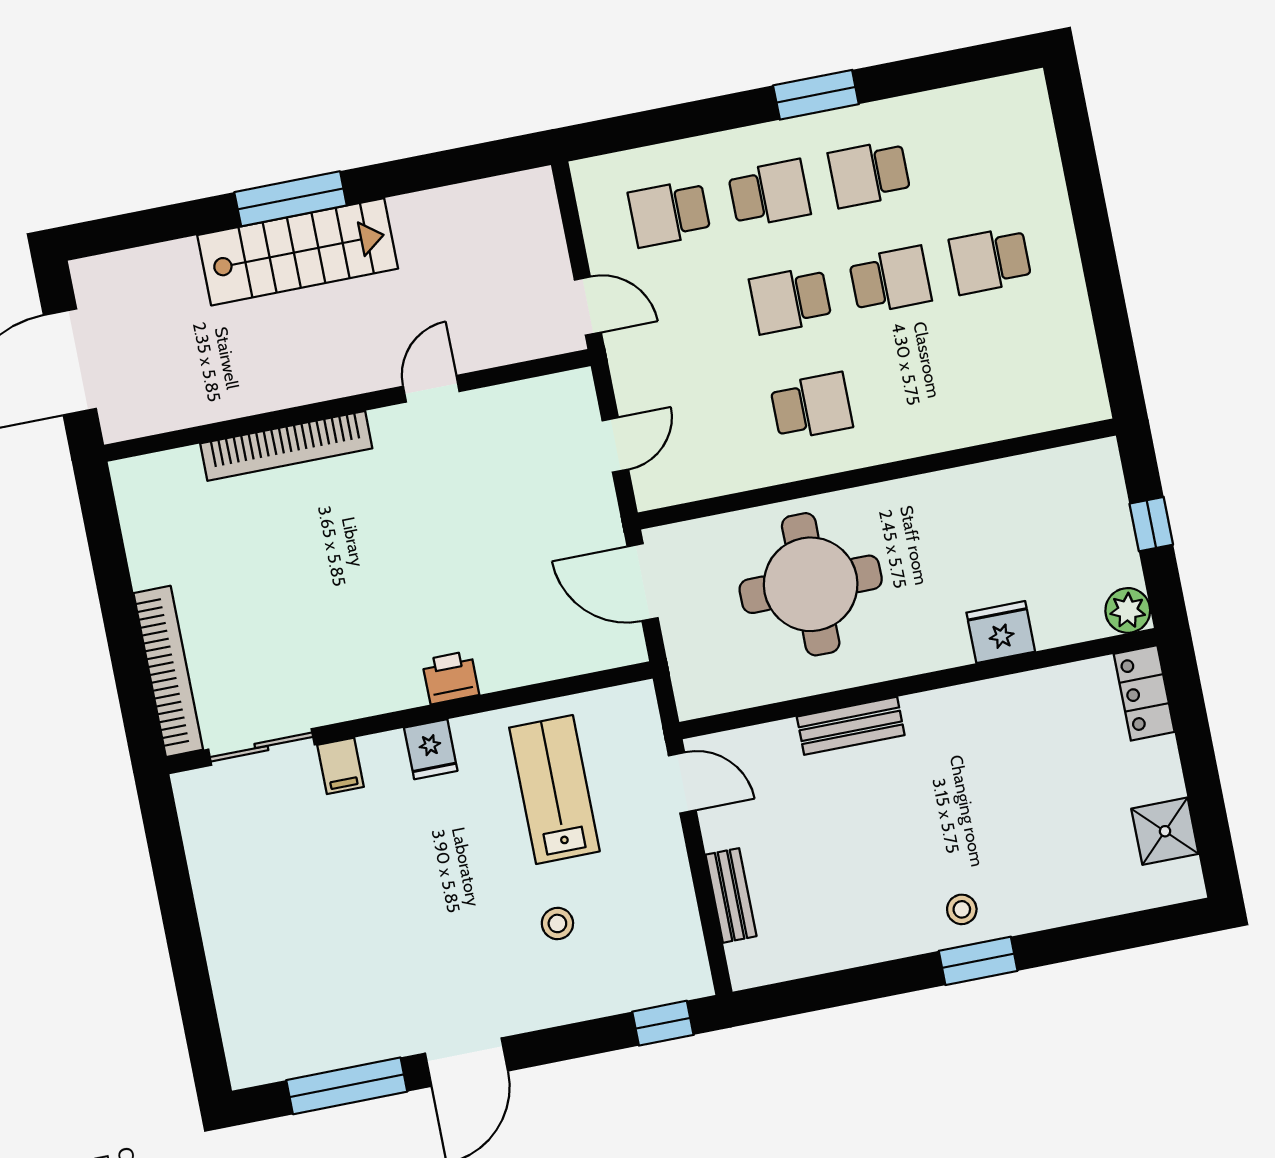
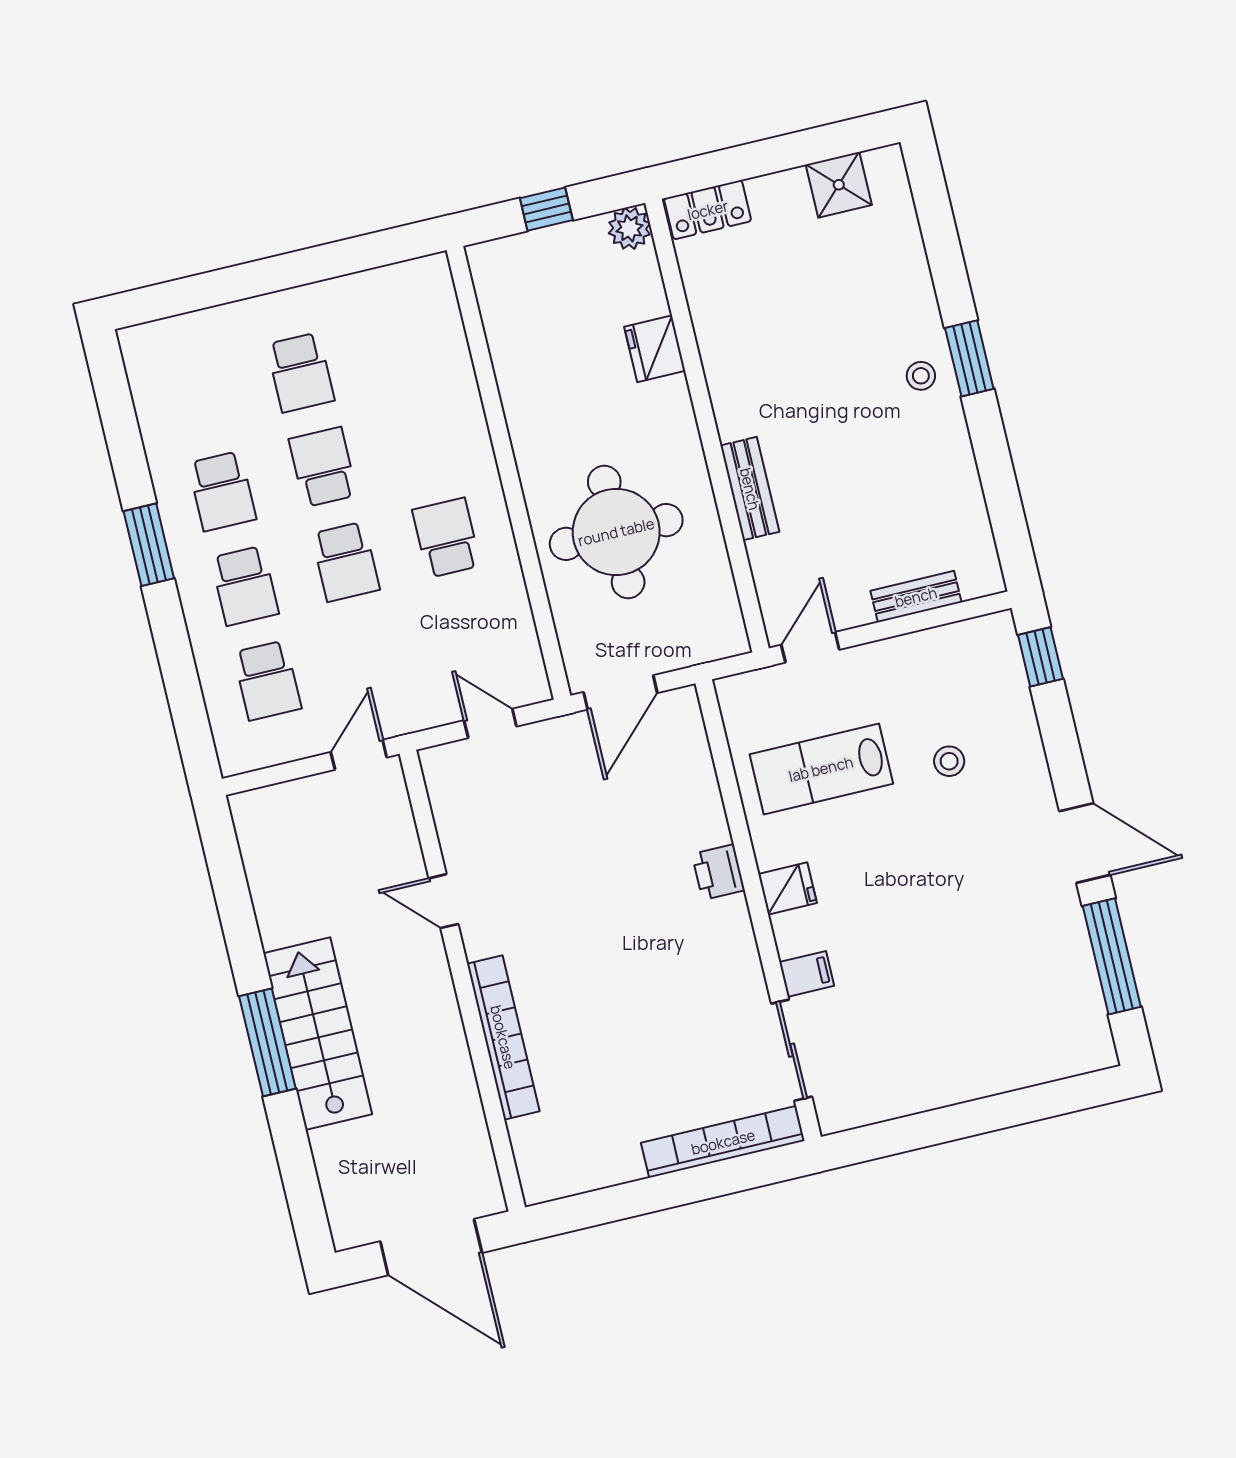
school desk: (769, 193) -> (245, 586), turned 180

